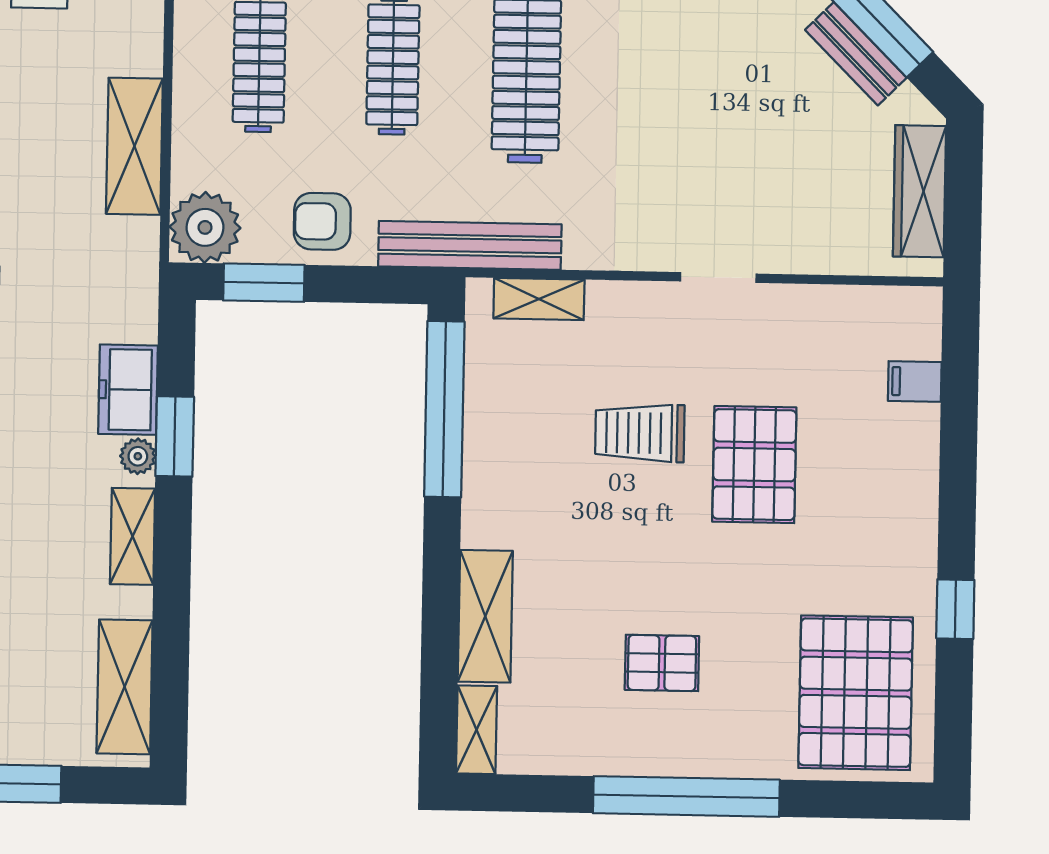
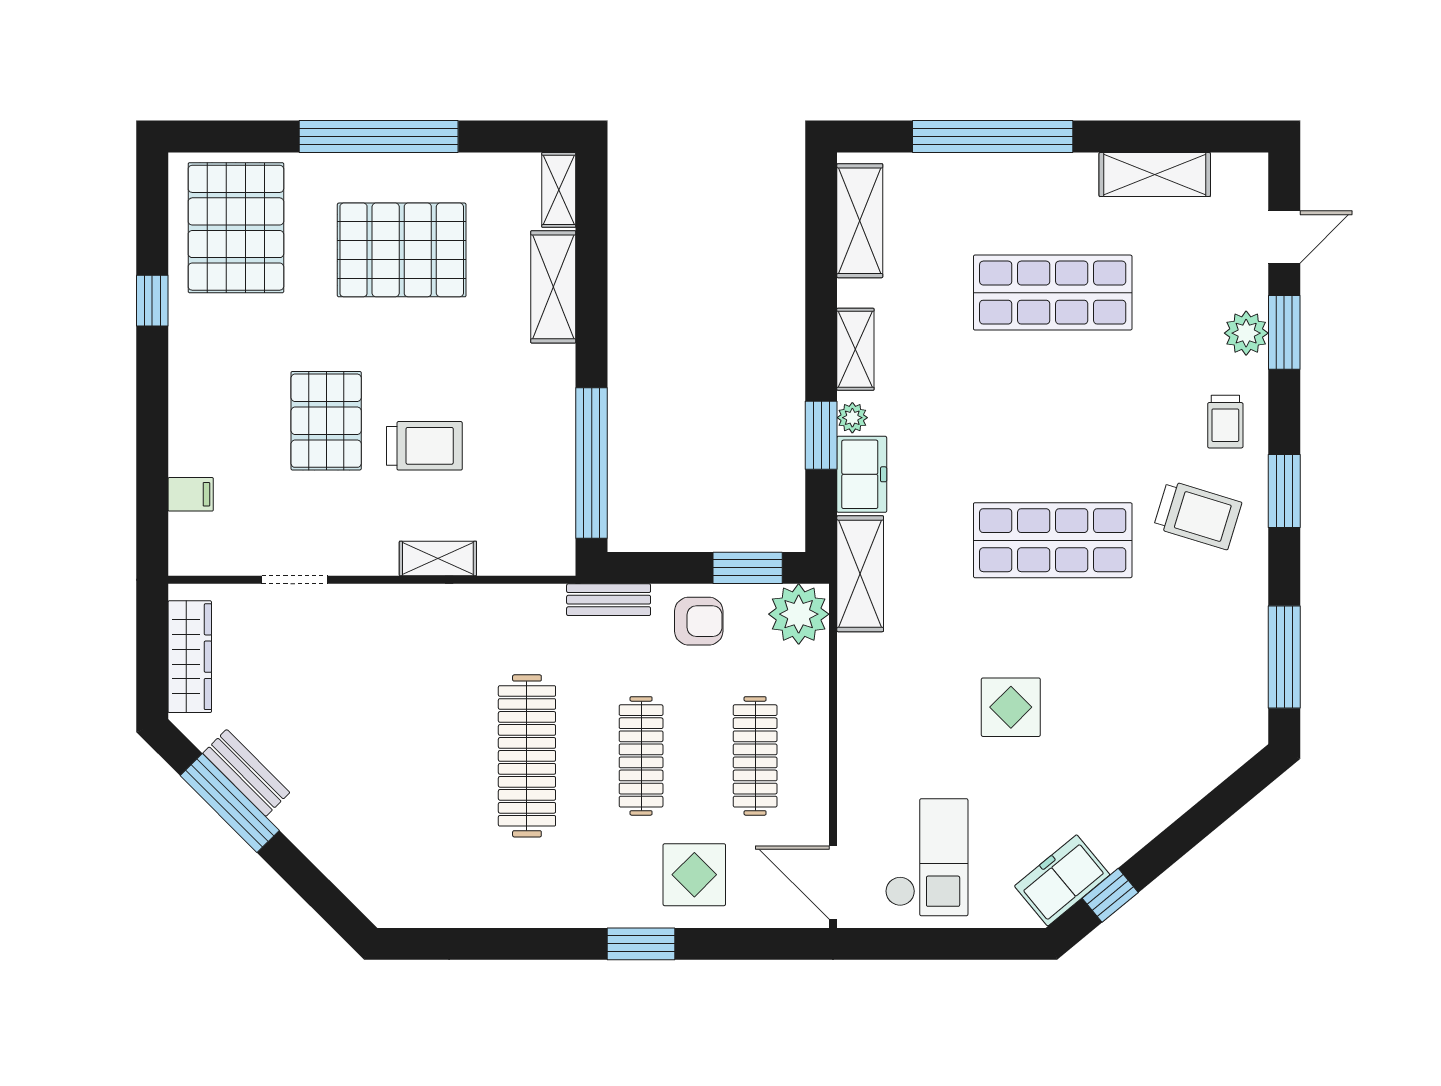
shelving: (134, 146) -> (860, 574), moved
bench: (470, 245) -> (609, 600), width x0.54, depth x0.82
doorway: (718, 277) -> (295, 580), moved
shelving: (539, 299) -> (438, 558), moved
pallet: (662, 663) -> (402, 250), width x2.05, depth x2.00

